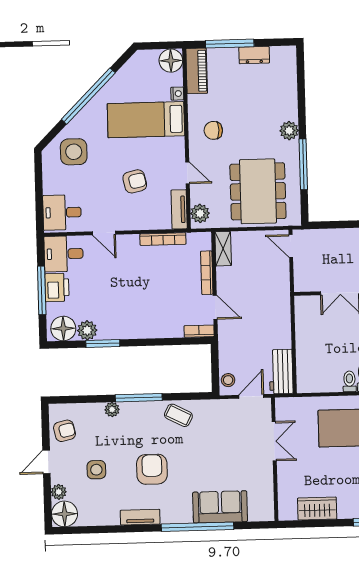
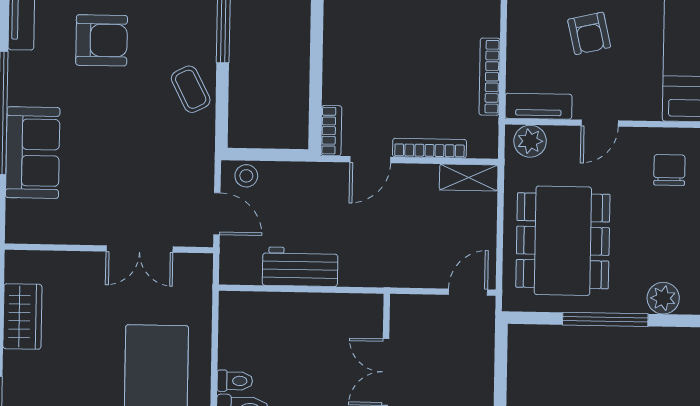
dining table: (258, 191) -> (563, 241), turned 90
workbench: (281, 372) -> (300, 267), moved
coffee table: (178, 415) -> (191, 89), turned -54

